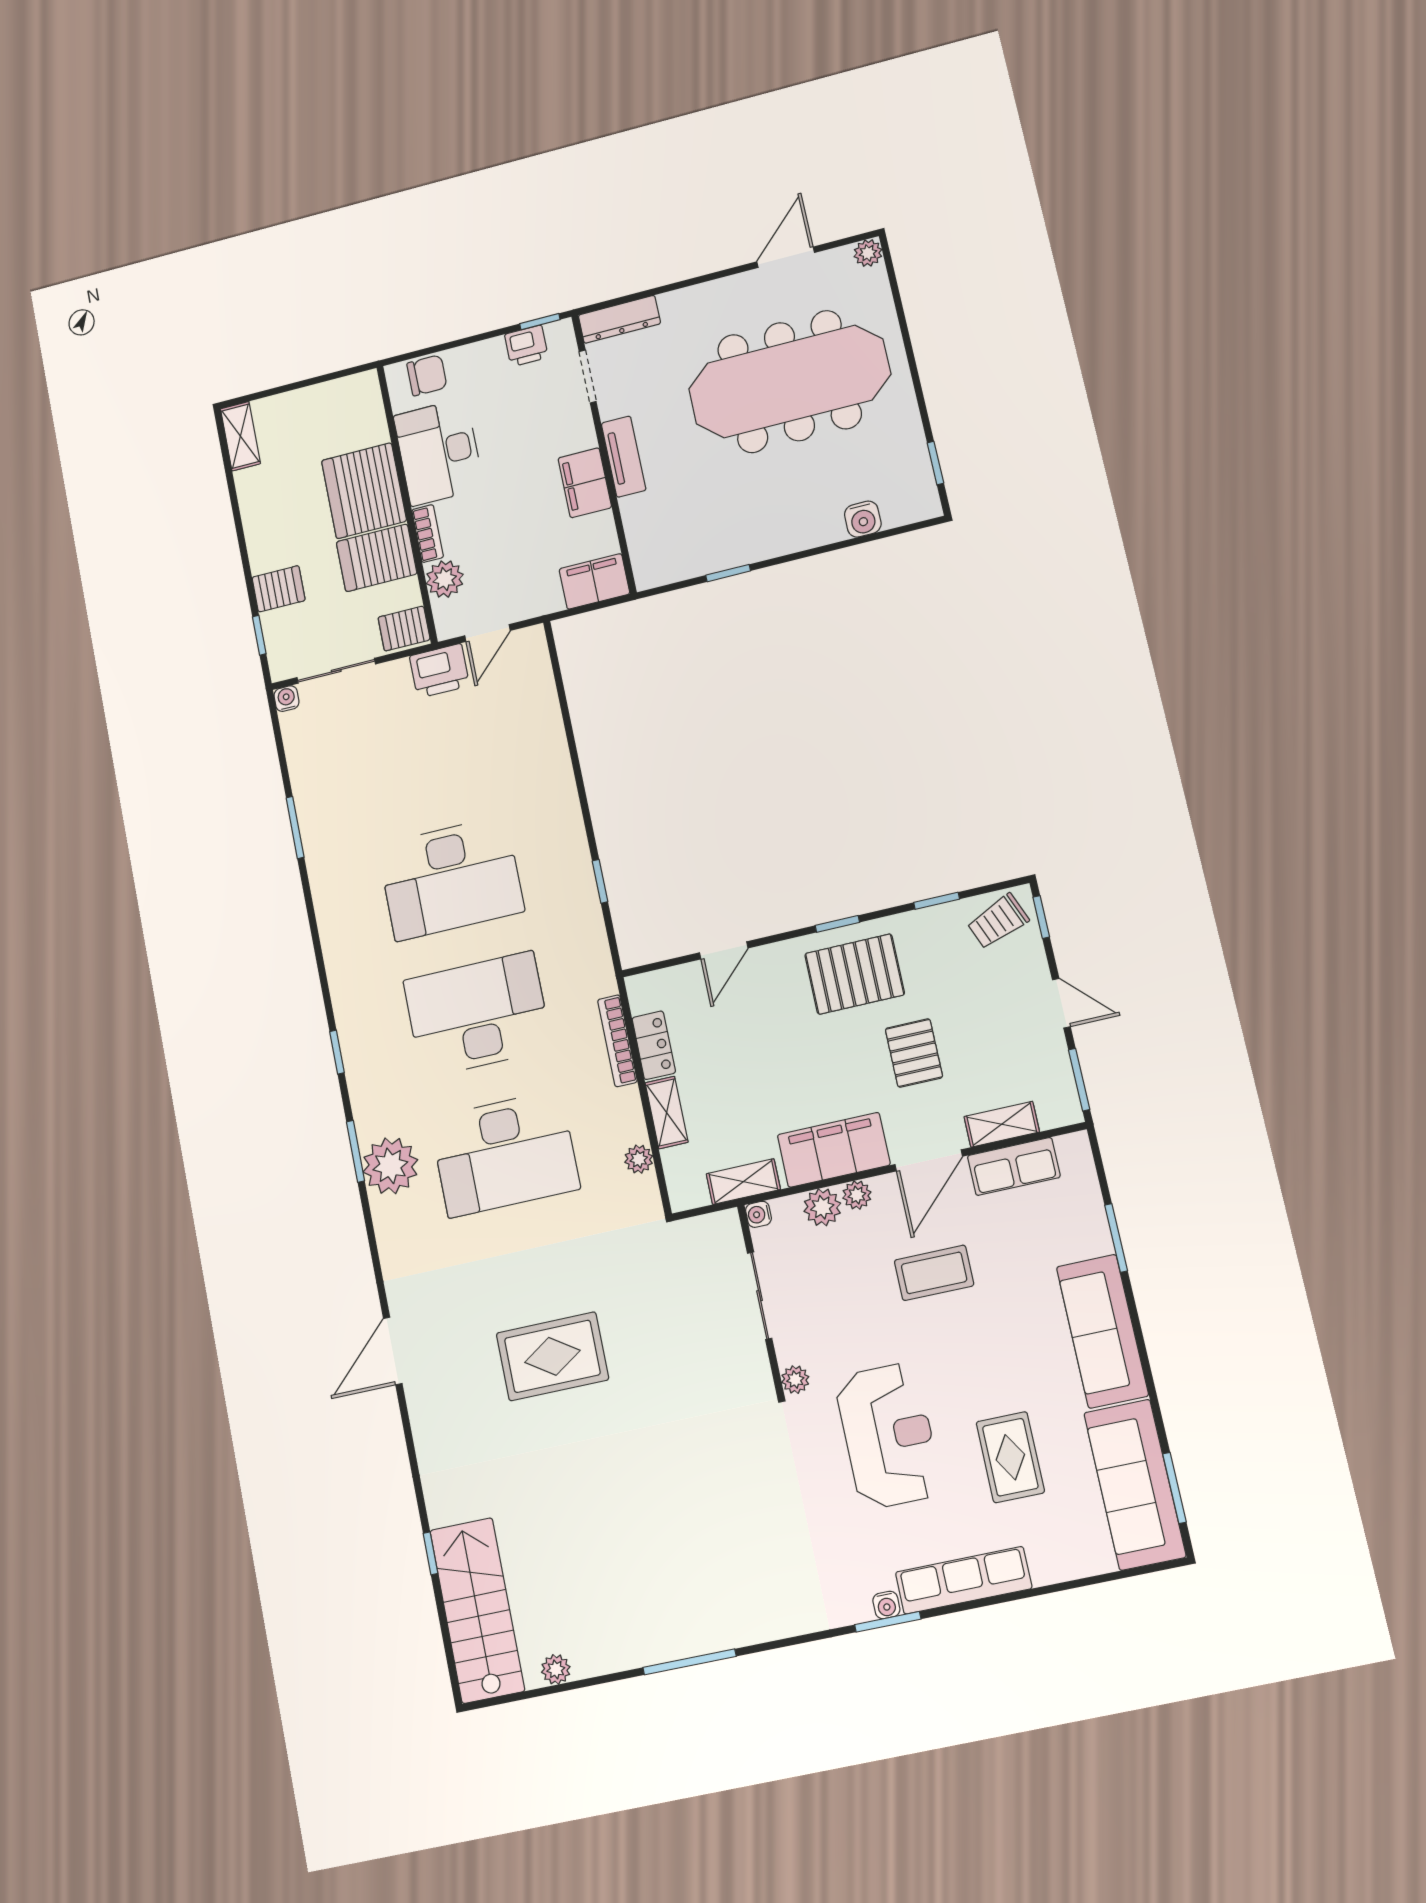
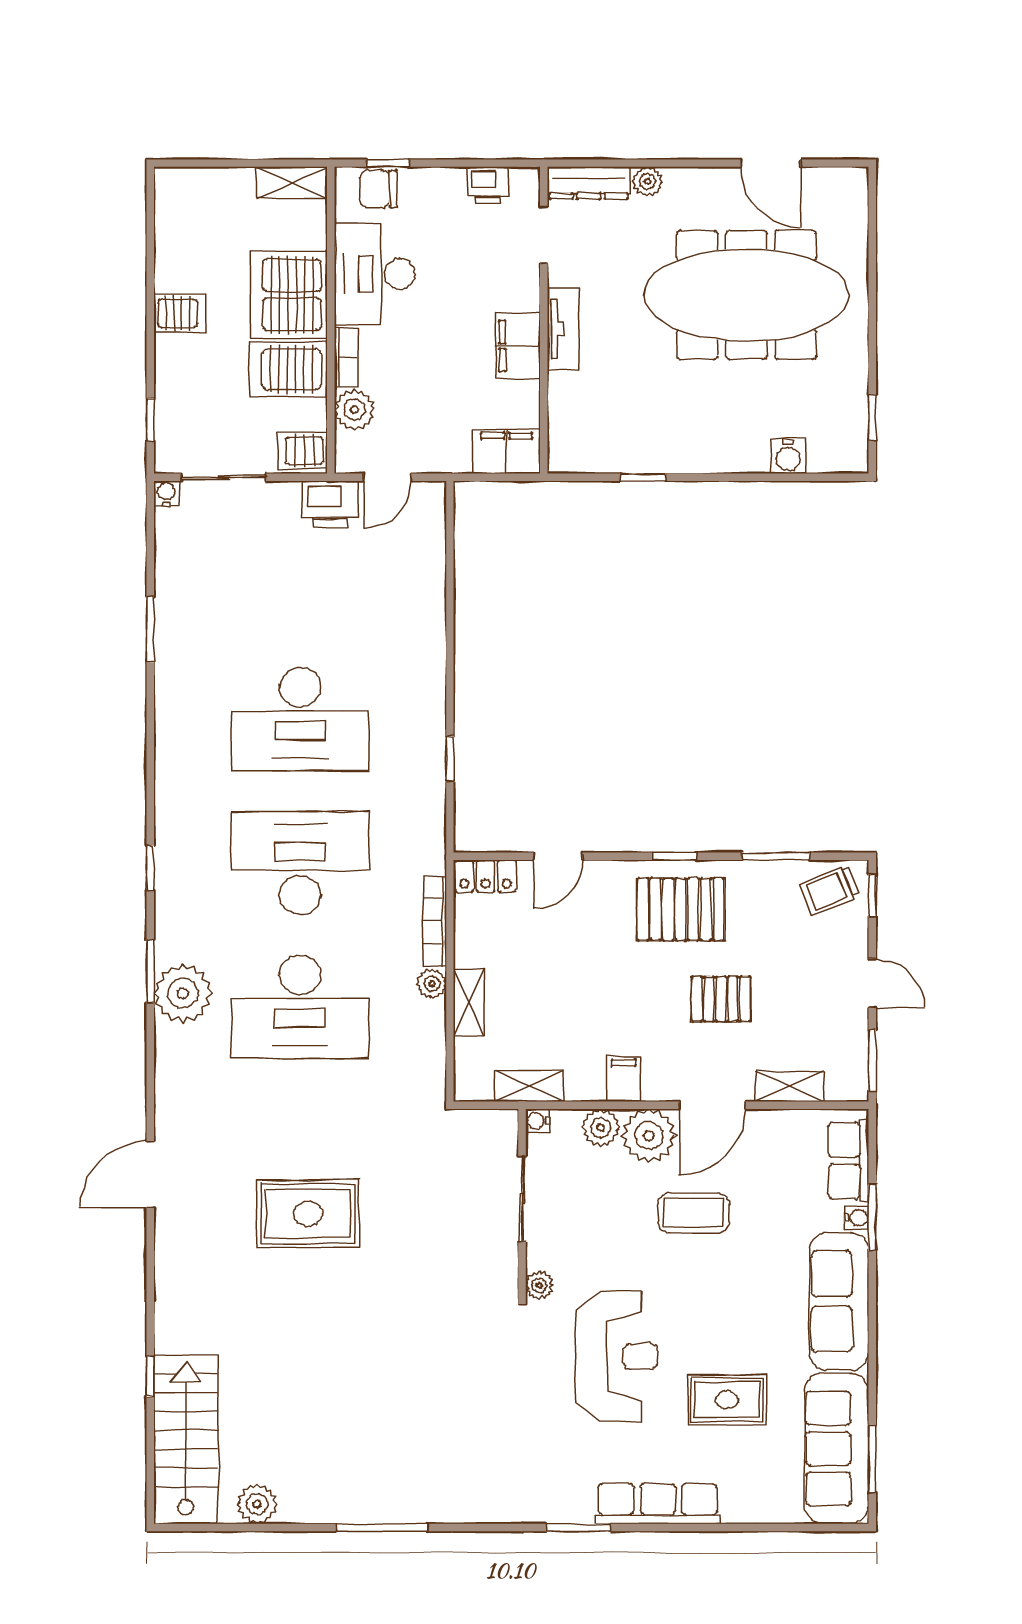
plant: (868, 253) -> (647, 181), moved
door: (786, 257) -> (771, 163), swing flipped
window: (540, 322) -> (388, 163), moved
chair: (427, 375) -> (378, 189), turned 180
shelving: (240, 436) -> (292, 183), moved, turned 90
server rack: (279, 589) -> (180, 313), moved
window: (937, 901) -> (776, 856), width x1.50
locker: (654, 1045) -> (486, 876), moved, turned 90
pallet: (914, 1053) -> (721, 999), turned 90
filing cabinet: (834, 1150) -> (624, 1079), width x0.33, depth x0.86
plant: (639, 1159) -> (432, 984), moved
row of seats: (1014, 1166) -> (849, 1161), moved, turned 90
plant: (857, 1195) -> (649, 1136), width x1.88, depth x1.88
rug: (1010, 1457) -> (727, 1400), turned 90
water cooler: (886, 1605) -> (857, 1217), moved, turned -90
plant: (556, 1669) -> (257, 1504), width x1.38, depth x1.38

